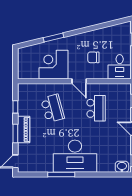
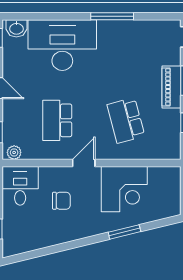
door: (79, 81) -> (84, 163), hinge flipped
plant: (123, 88) -> (14, 152), added
desk: (75, 156) -> (62, 45), moved

